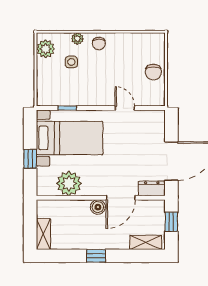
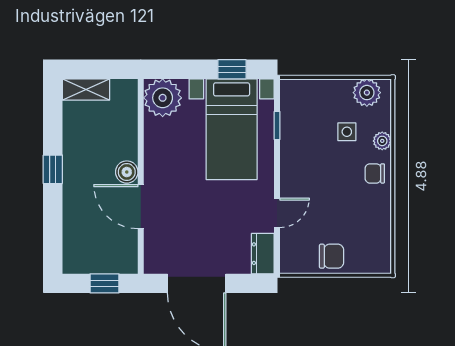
chair: (153, 72) -> (332, 256), turned 180
window: (30, 159) -> (232, 69), moved
plant: (69, 183) -> (163, 98), moved
dresser: (152, 188) -> (263, 254), moved, turned 180
shelving: (146, 242) -> (73, 245), removed

